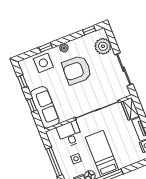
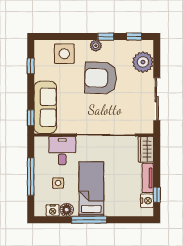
window: (46, 47) -> (106, 37), moved
window: (32, 105) -> (31, 118), moved

